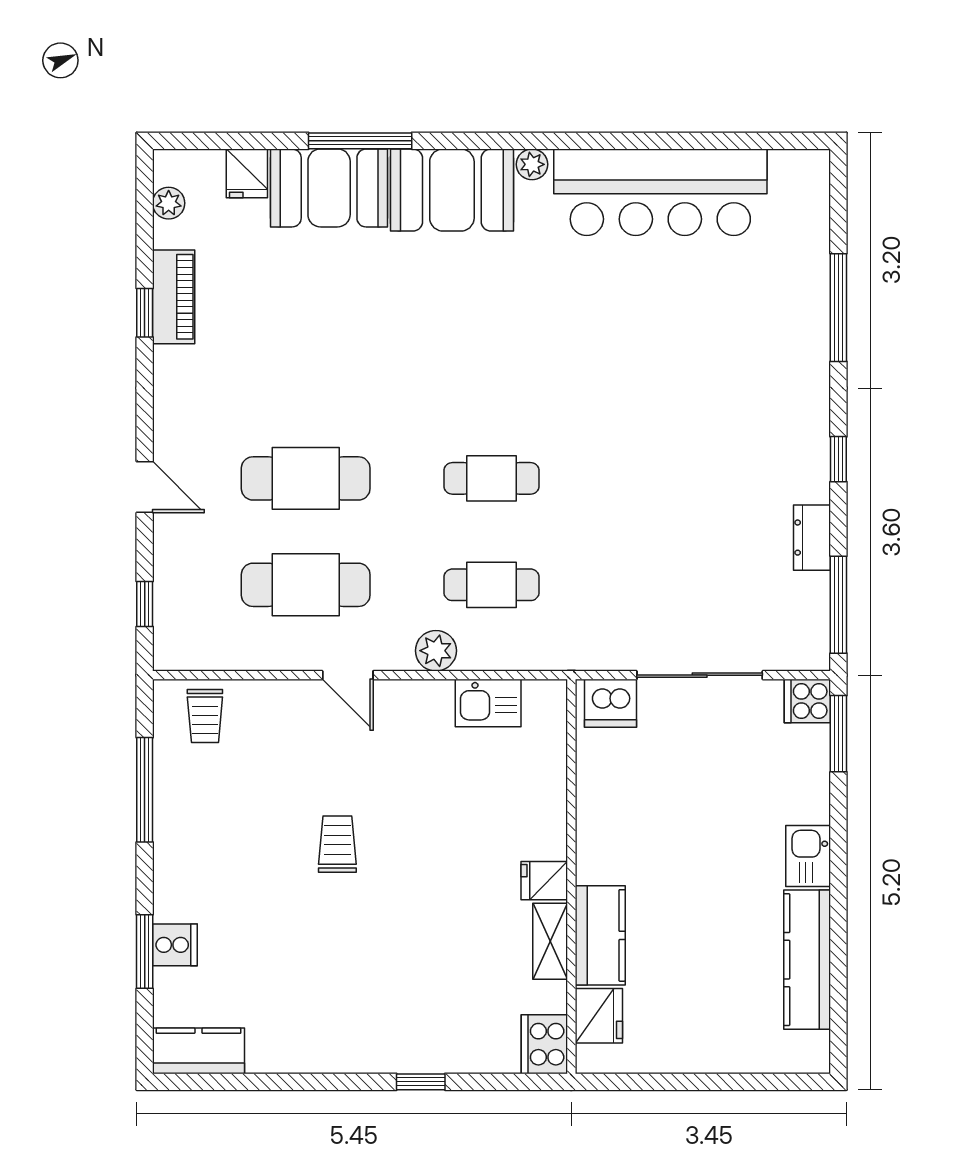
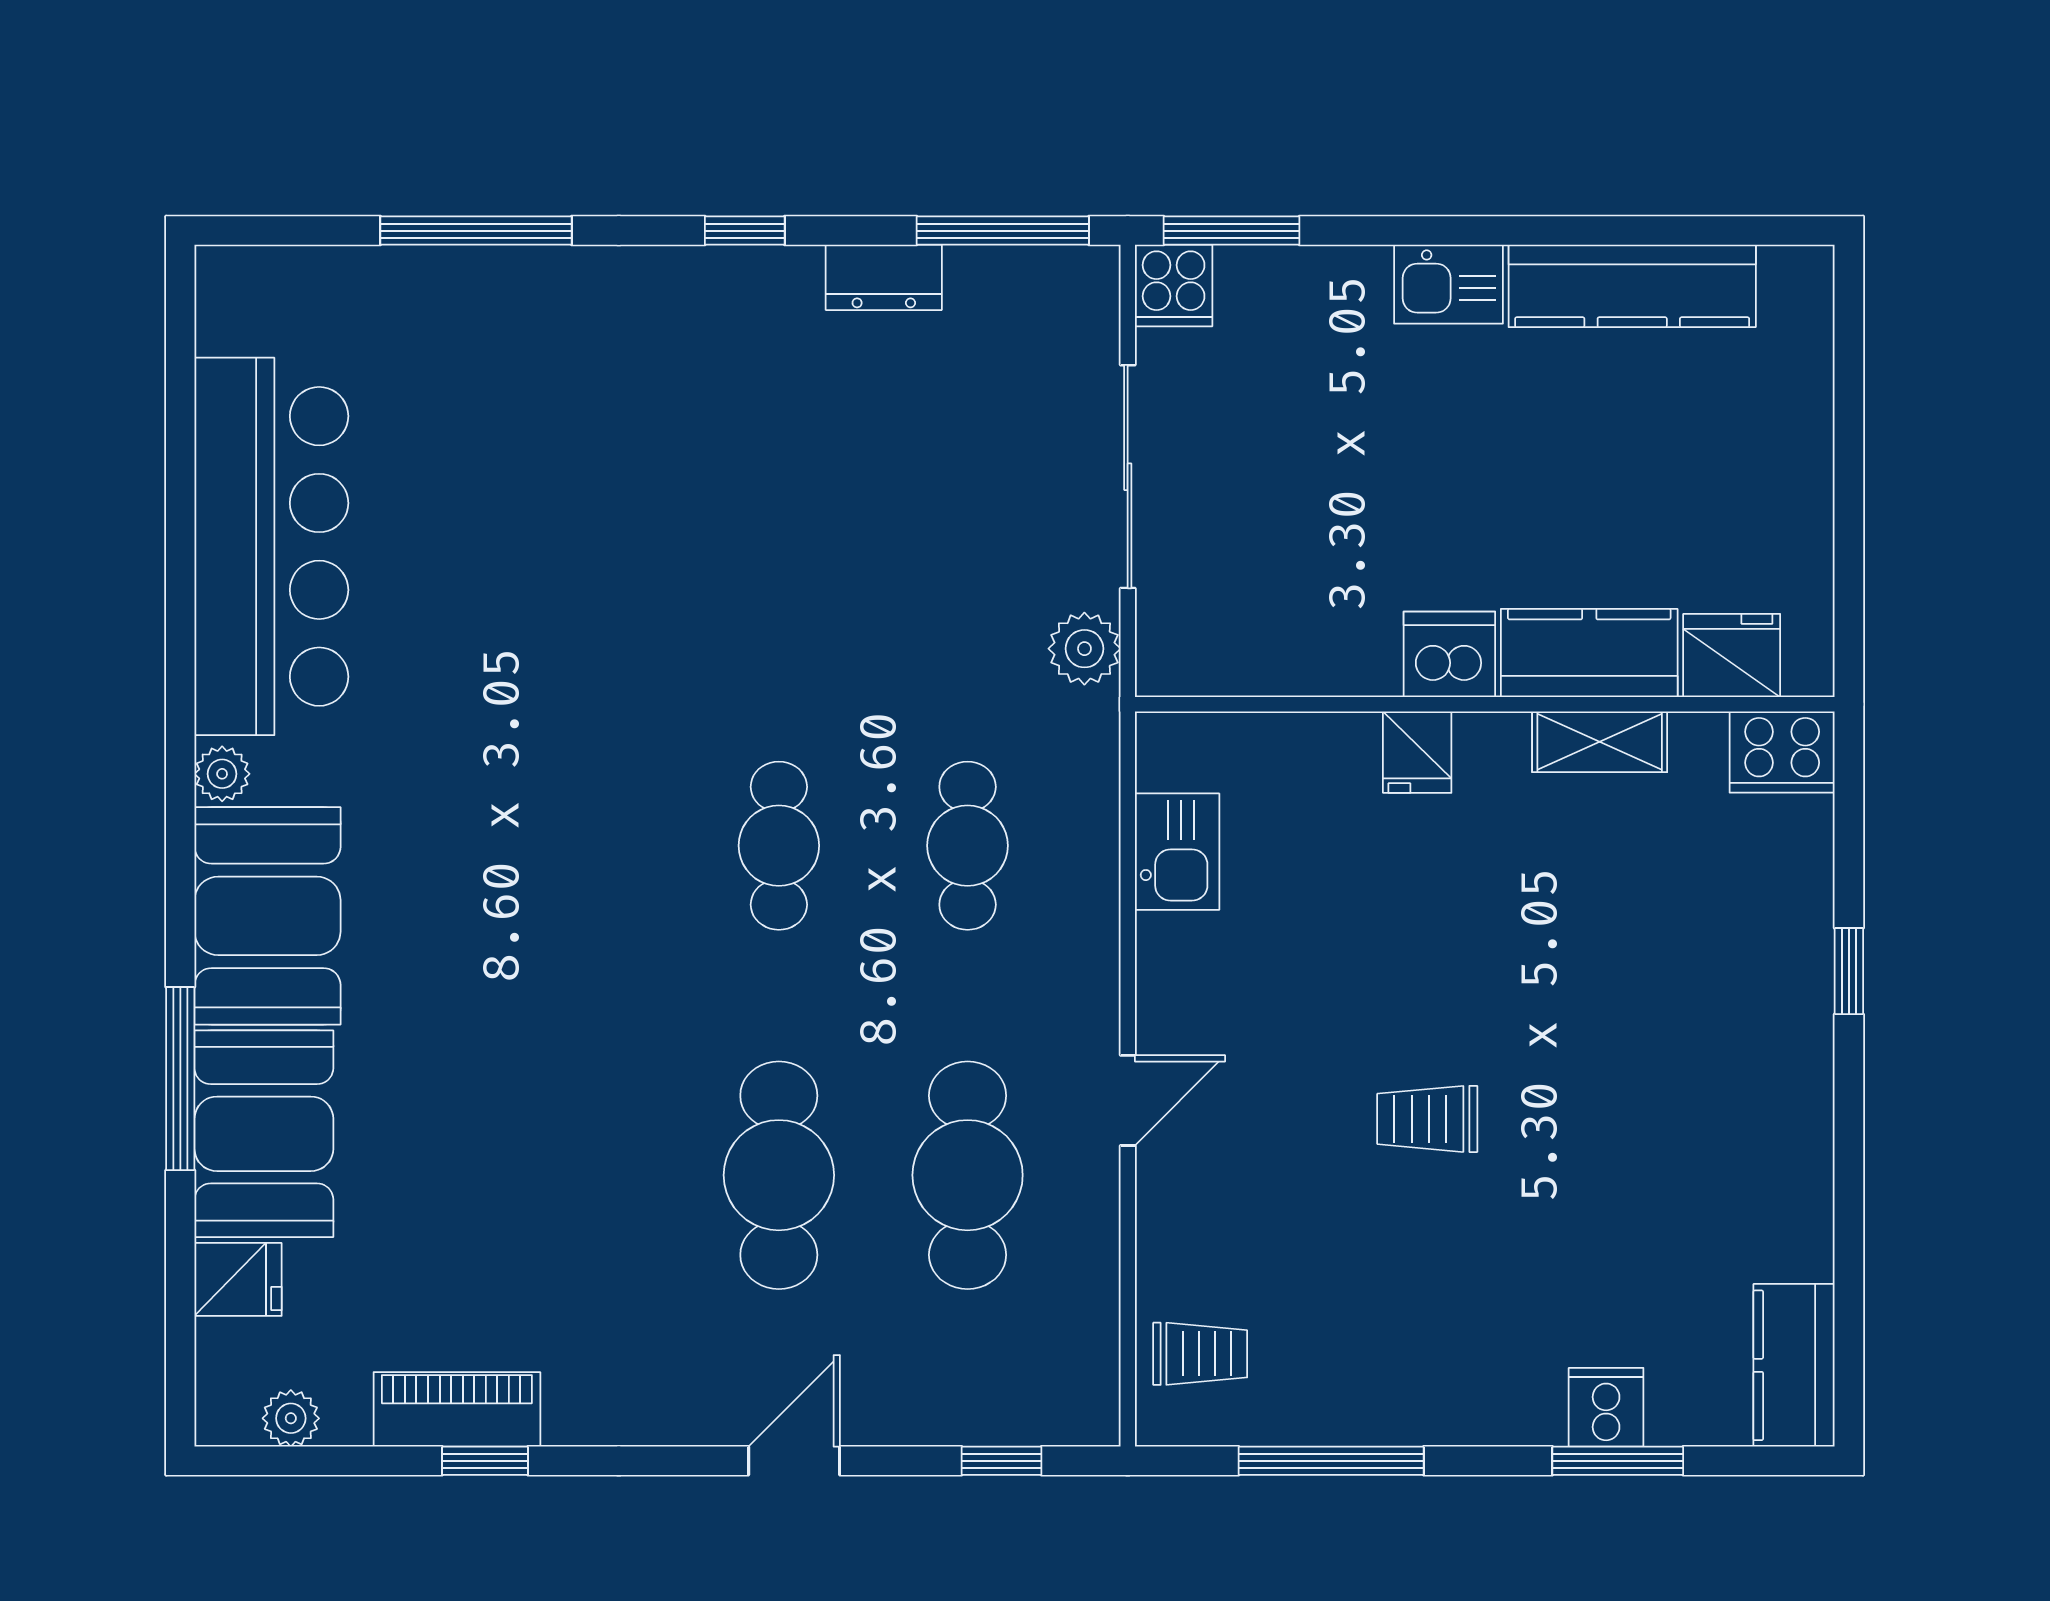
plant: (436, 651) -> (1084, 649), moved
dishwasher: (611, 703) -> (1449, 654), moved, turned -90
fridge: (544, 881) -> (1417, 752), moved

